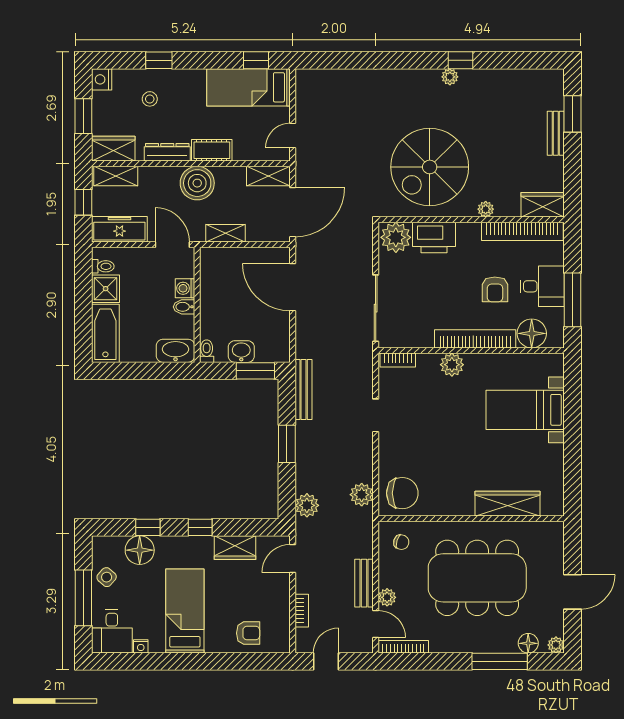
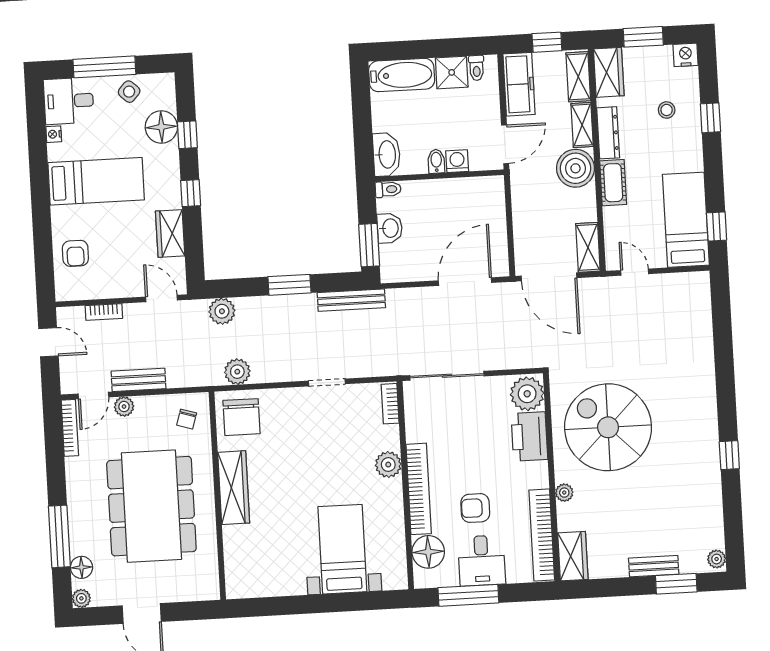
plant: (450, 77) -> (717, 559), moved
shelving: (225, 233) -> (582, 125), moved
wardrobe: (508, 504) -> (234, 488), moved

